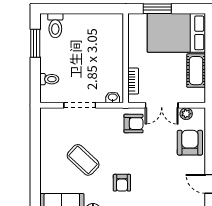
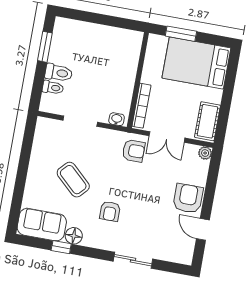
toilet: (55, 26) -> (59, 73), moved, turned -90
cot: (196, 71) -> (207, 121), moved
bookcase: (133, 81) -> (141, 106), width x1.56
plant: (186, 114) -> (205, 153), moved
armchair: (190, 143) -> (188, 198), moved

